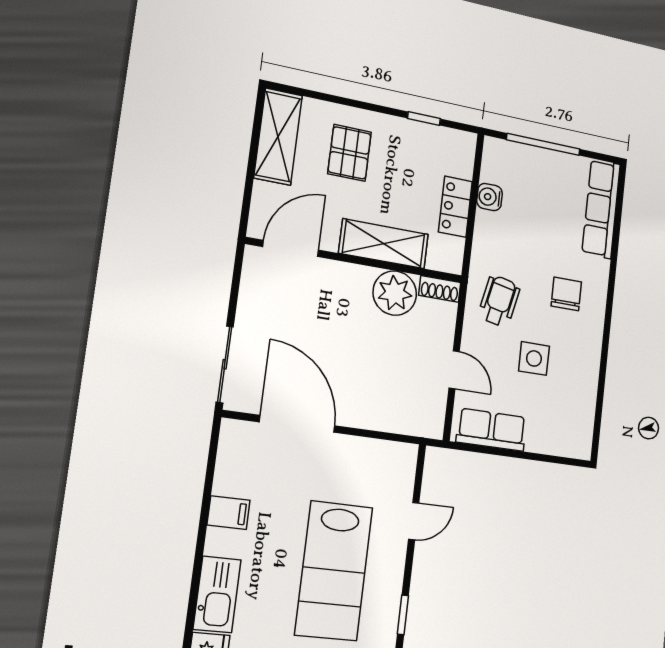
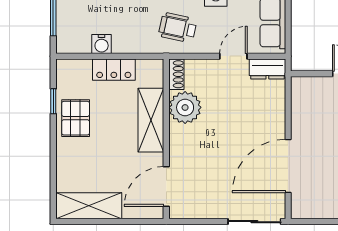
pallet: (349, 153) -> (76, 118), moved, turned 90
door: (291, 248) -> (166, 187), hinge flipped
dresser: (432, 414) -> (267, 69), added

